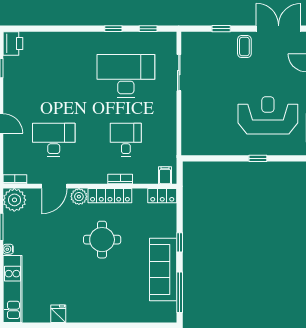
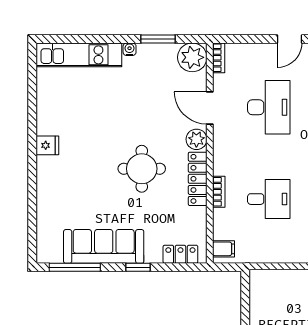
locker: (162, 196) -> (180, 254), moved, turned 90
fridge: (58, 314) -> (47, 145), moved

